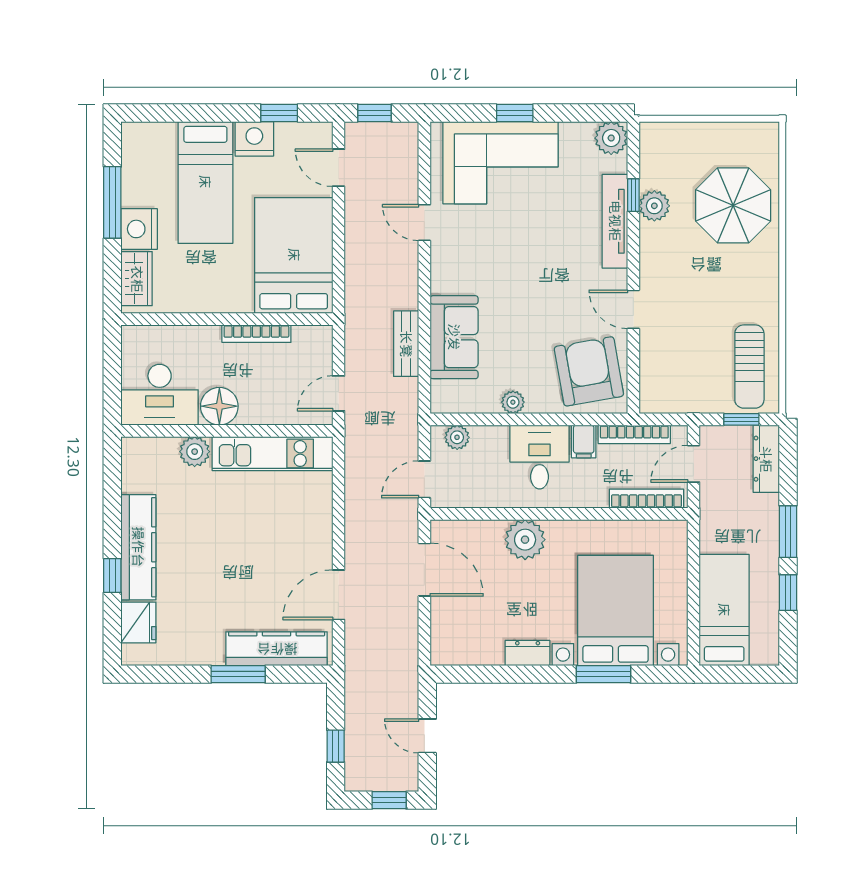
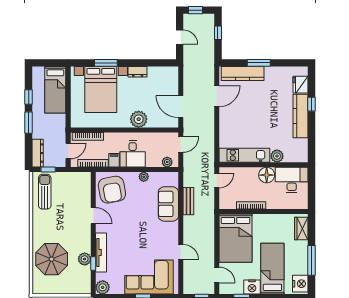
nightstand: (139, 229) -> (300, 284), moved

